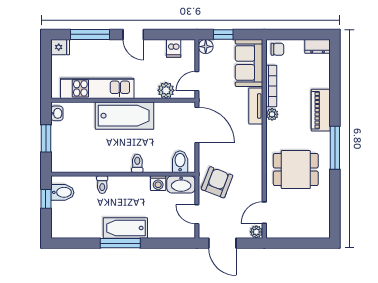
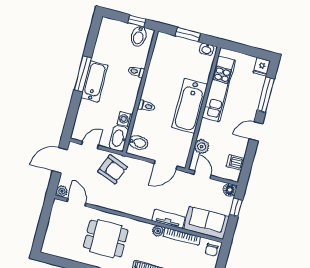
door: (197, 125) -> (165, 165), width x0.73
dining table: (296, 170) -> (106, 239), turned 90

